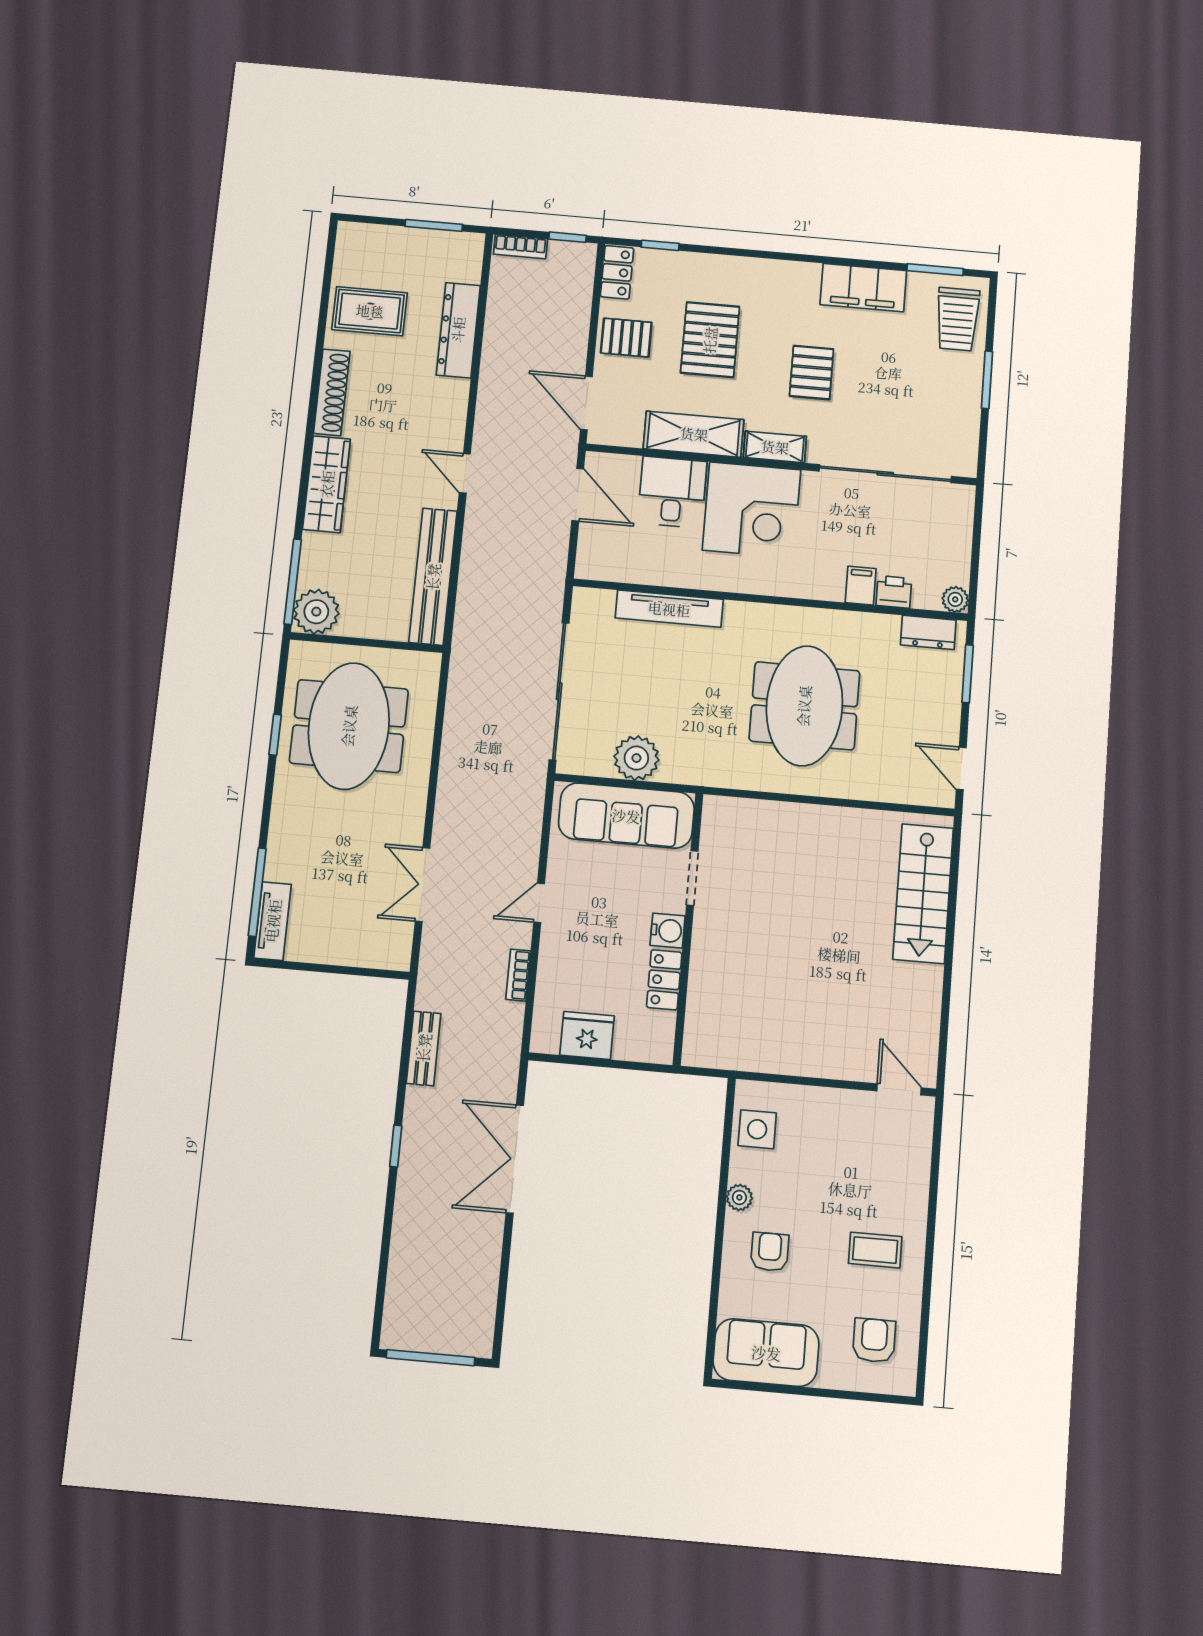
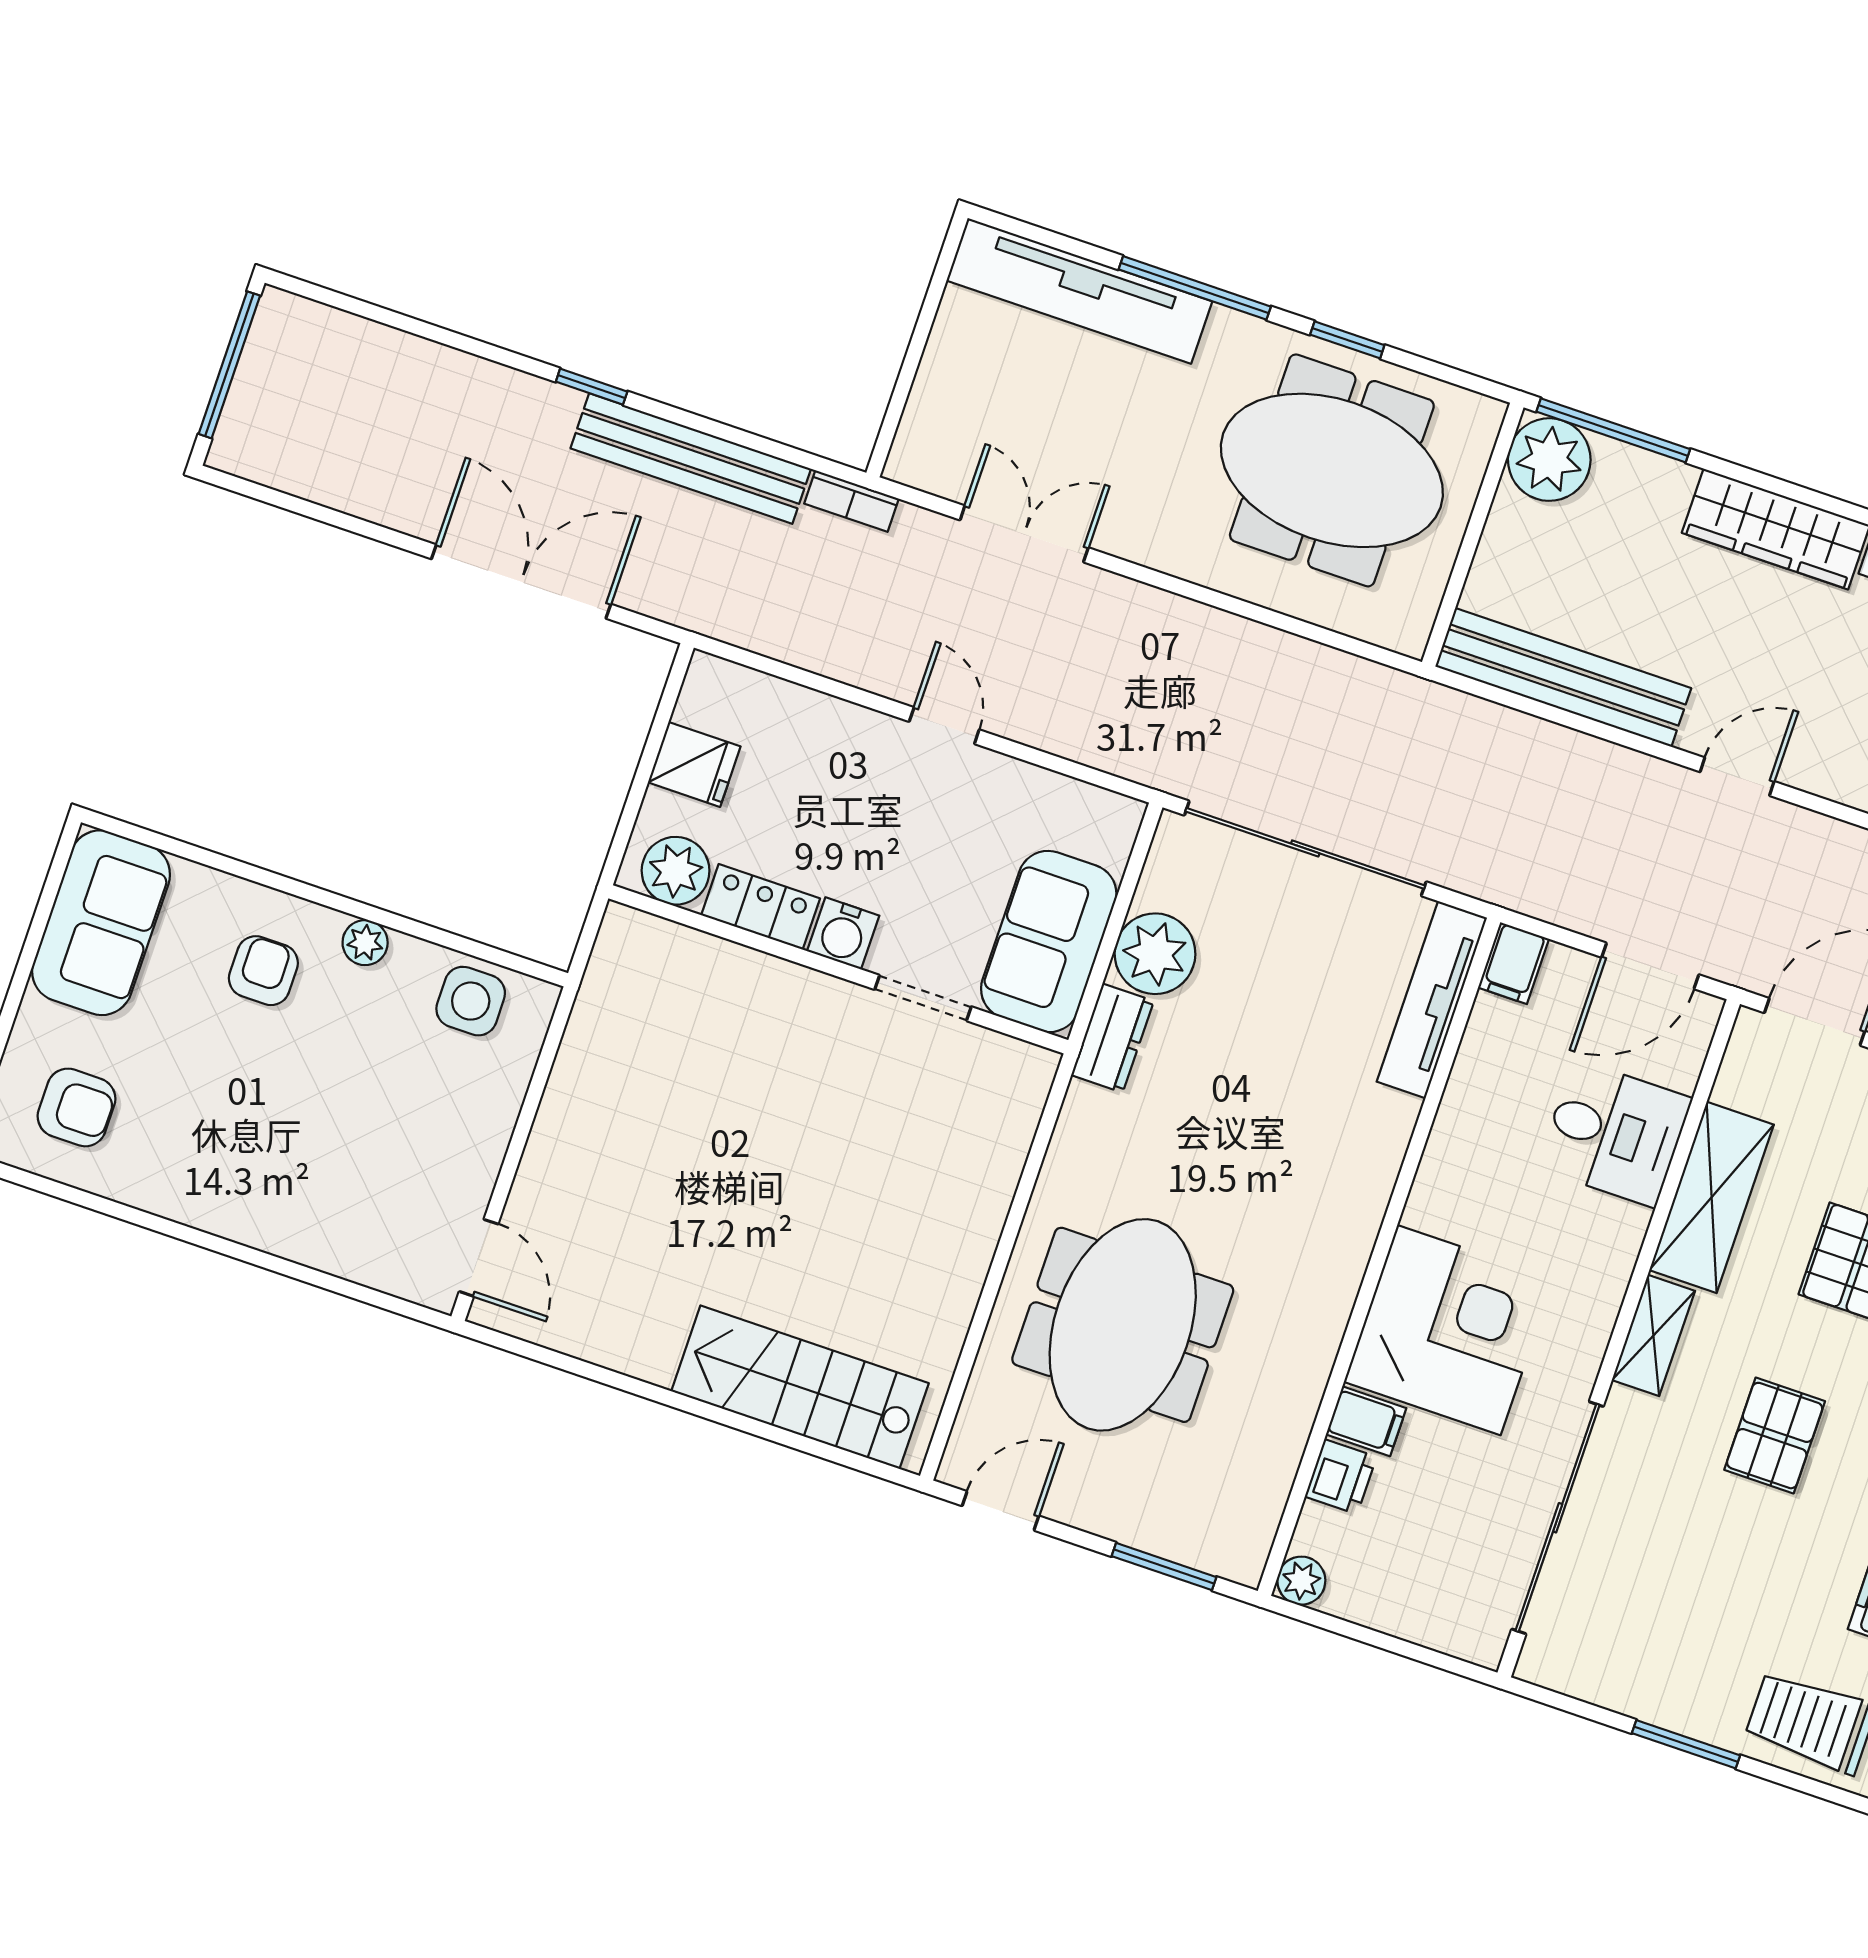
pallet: (812, 372) -> (1775, 1436), turned 90
corner desk: (752, 510) -> (1449, 1330), moved, turned 180
filing cabinet: (594, 566) -> (1514, 963), added
tv unit: (669, 609) -> (1432, 1000), moved
dresser: (928, 632) -> (1113, 1038), moved, turned 180
meeting table: (804, 706) -> (1123, 1325), moved, turned 90
sofa: (626, 816) -> (1049, 941), width x0.73
window: (257, 892) -> (1195, 288), moved
tv unit: (273, 921) -> (1079, 291), width x1.92, depth x1.29
bookcase: (518, 975) -> (852, 501), moved, turned 180
plant: (656, 1032) -> (676, 871), added
fridge: (587, 1035) -> (694, 764), width x0.72
bench: (424, 1048) -> (691, 458), width x1.86, depth x1.21
door: (899, 1089) -> (479, 1258), hinge flipped
coffee table: (875, 1250) -> (223, 1148), removed
armchair: (770, 1252) -> (263, 971), turned -90

